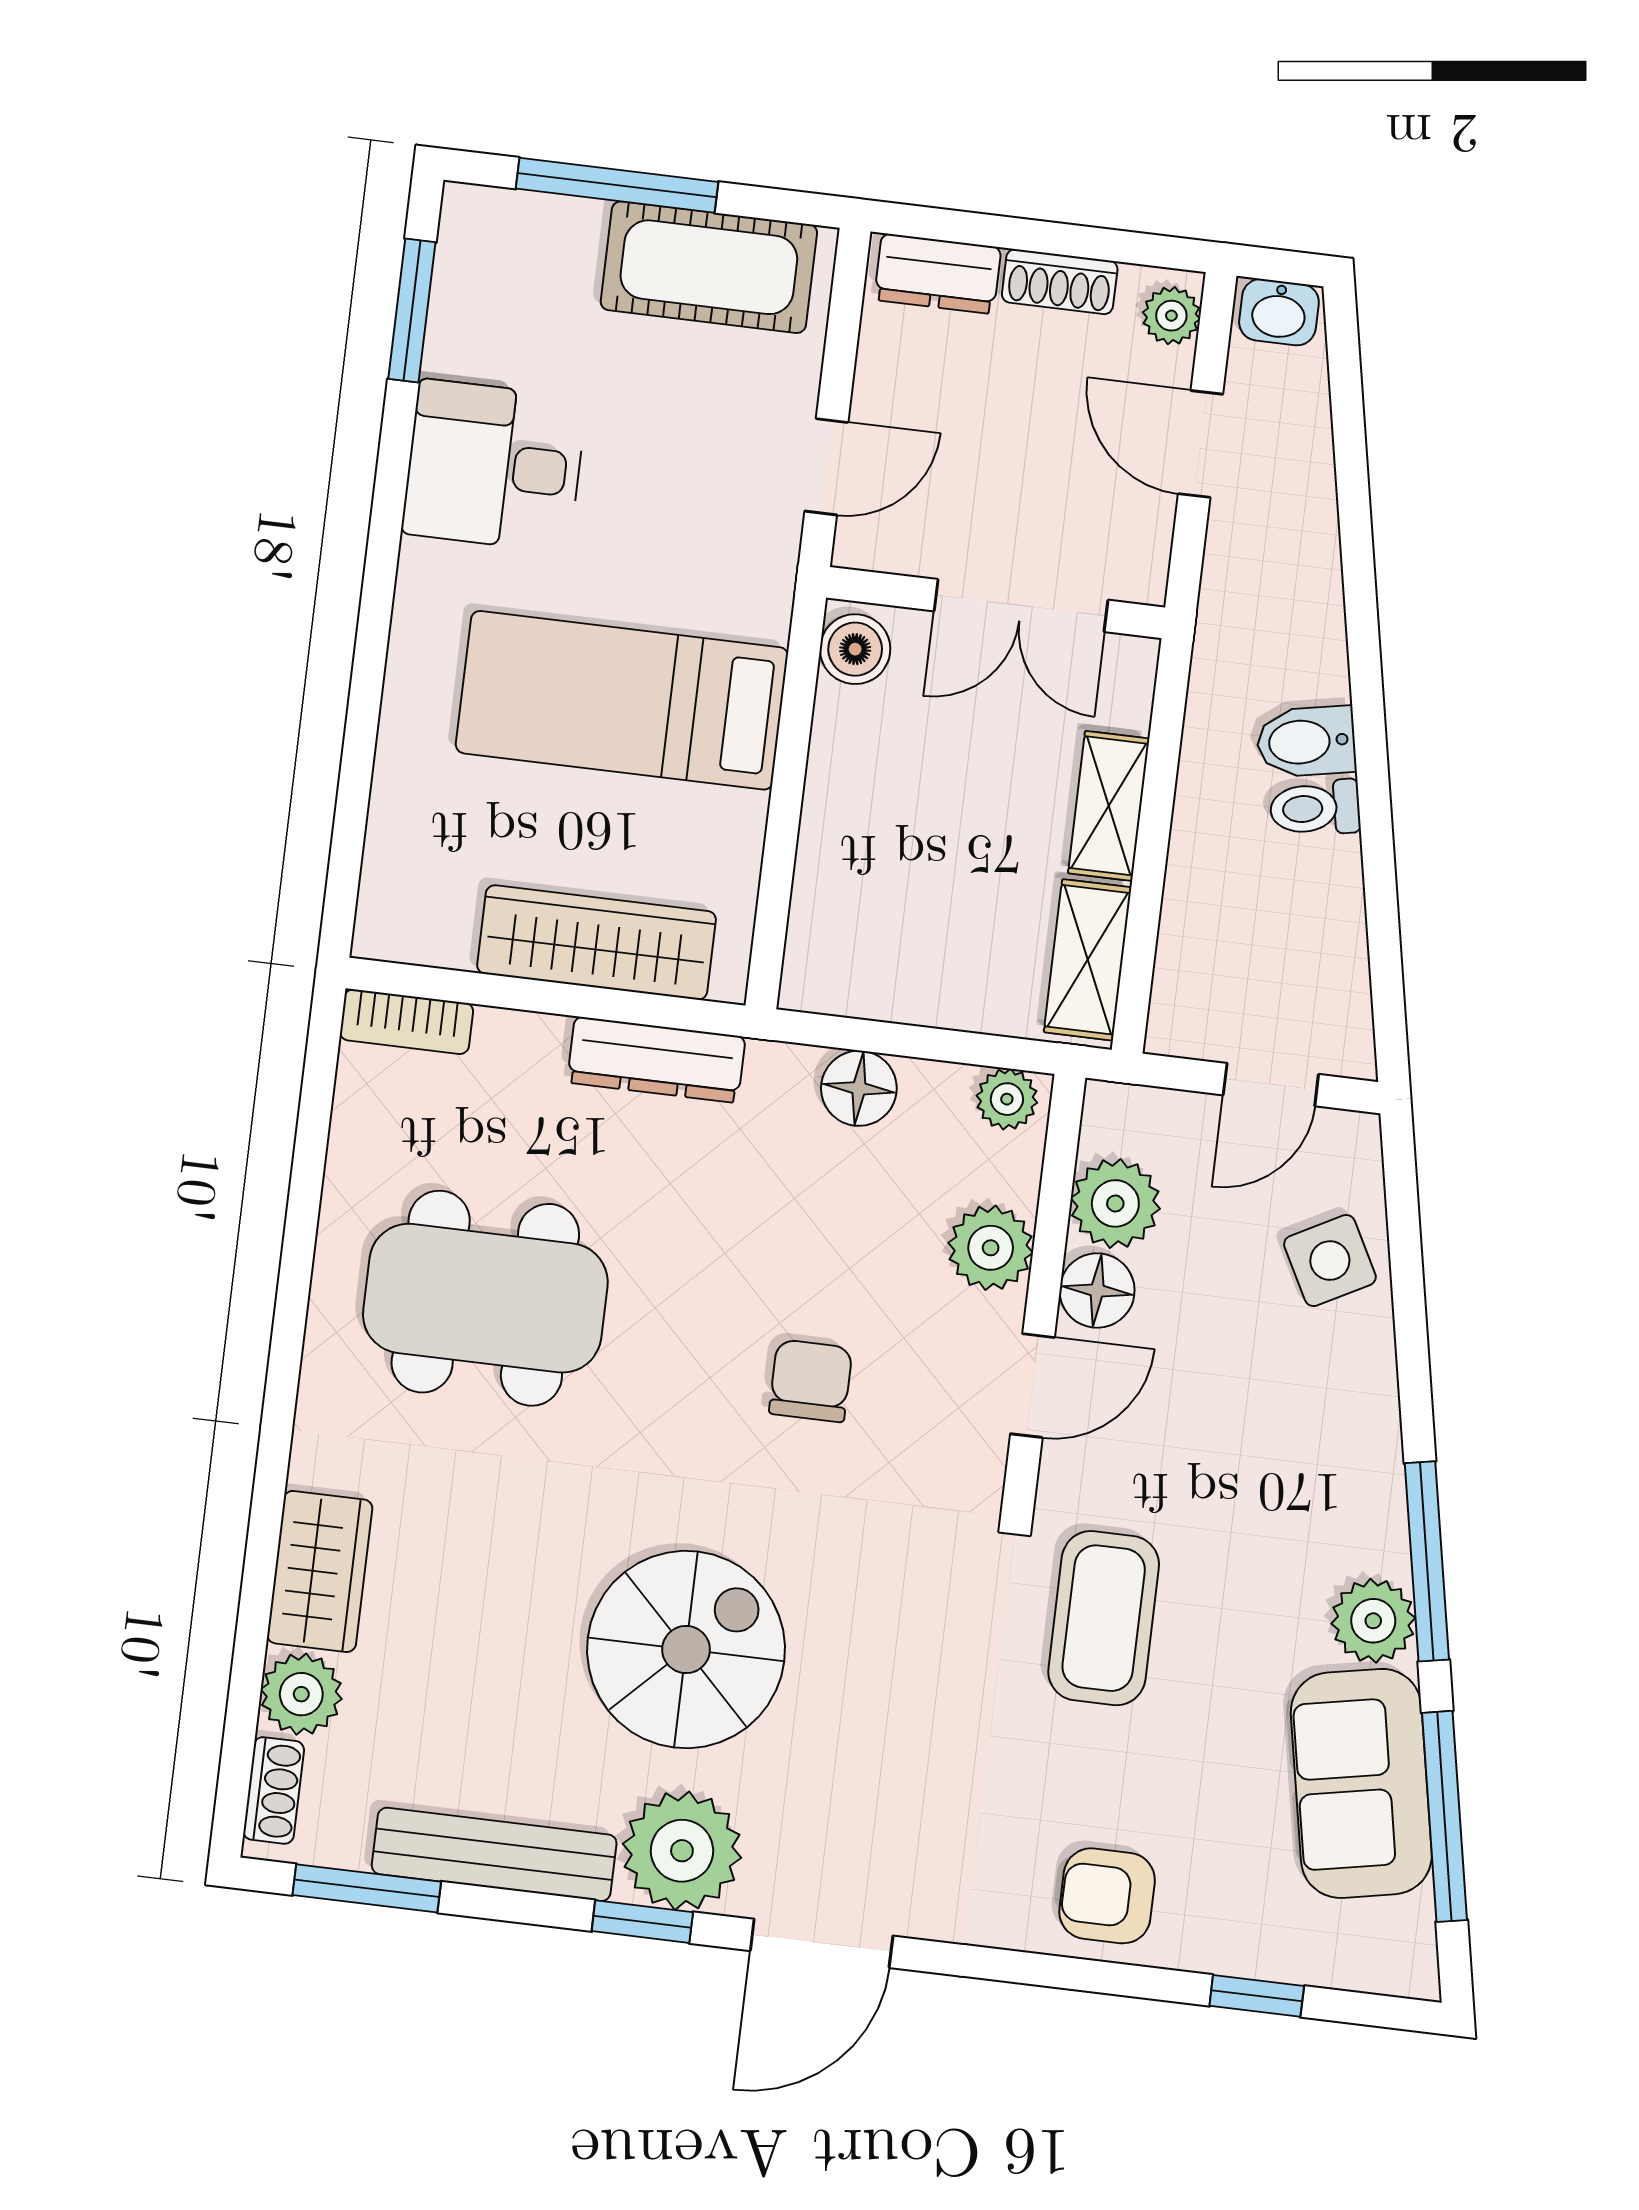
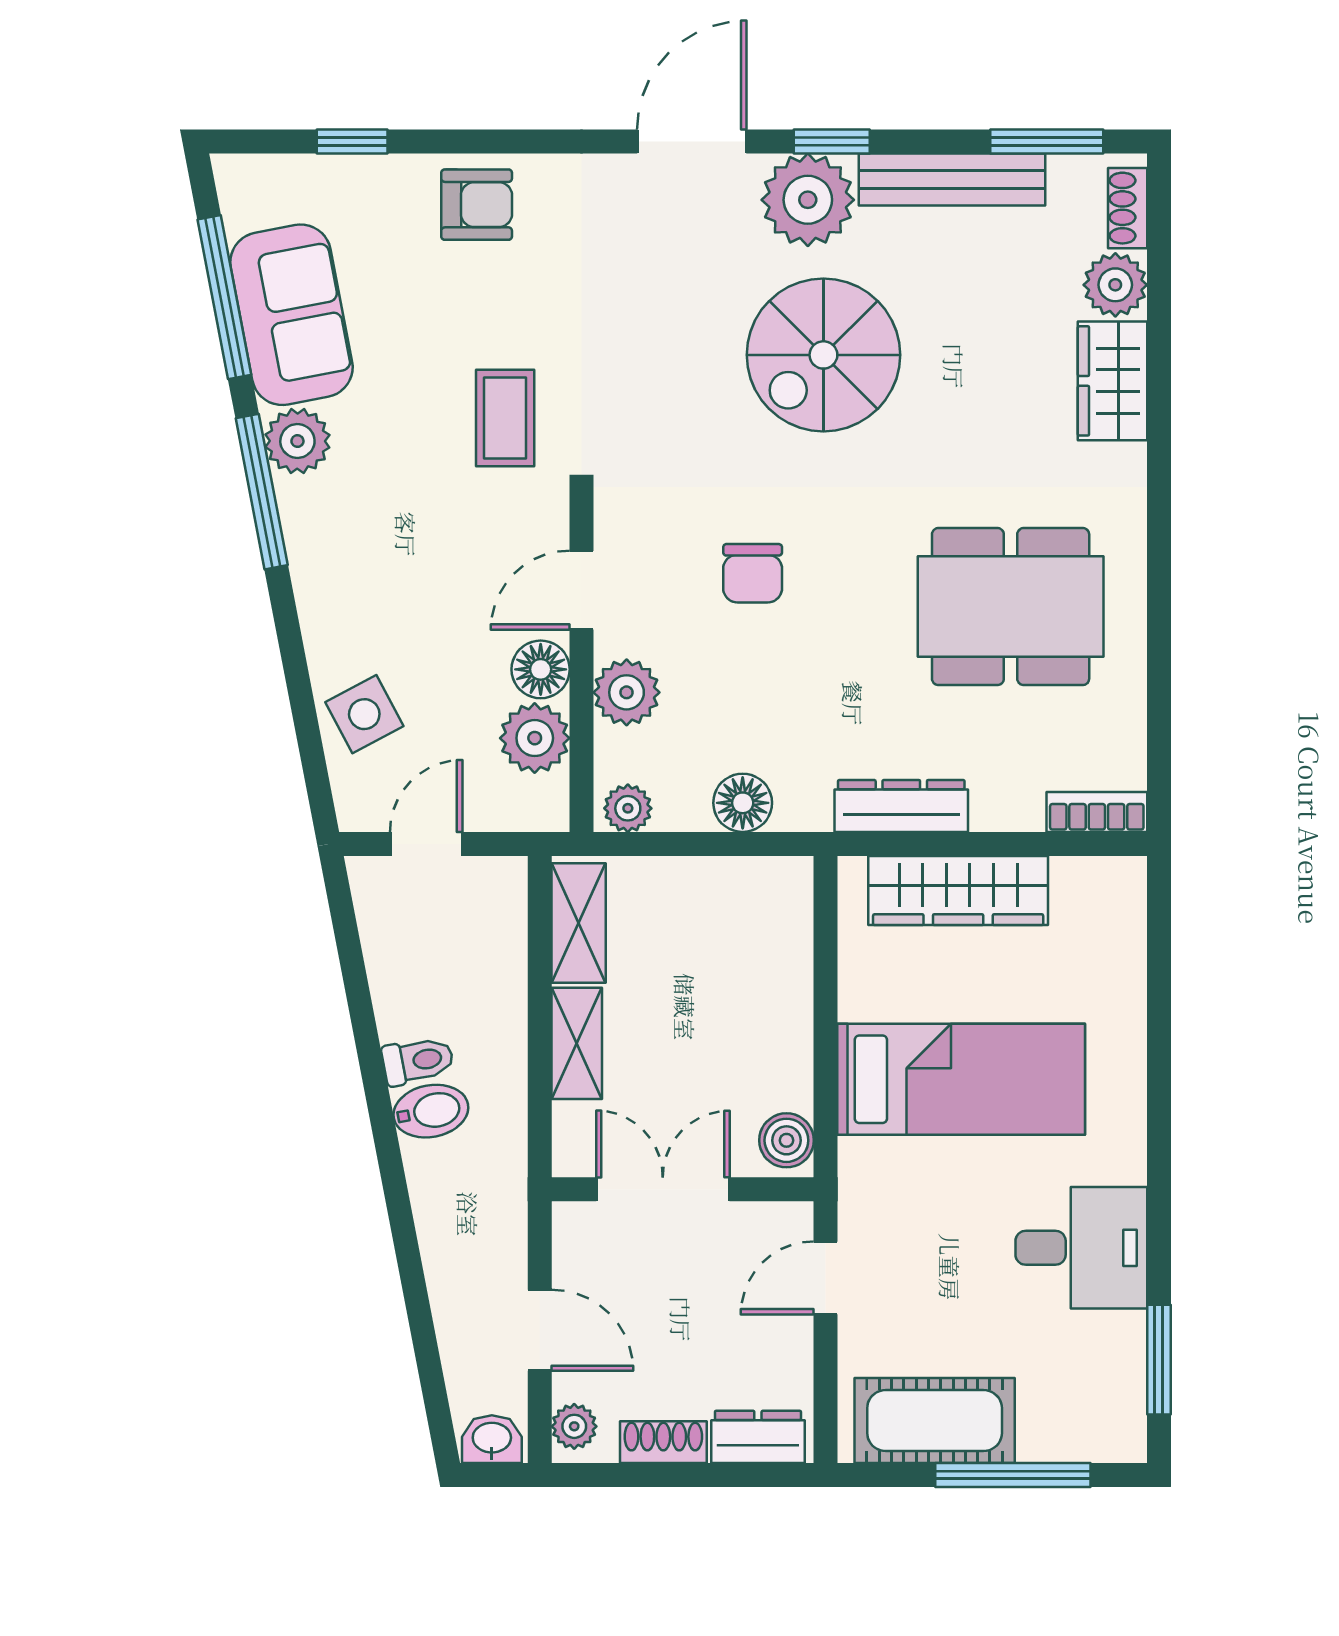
coffee table: (1104, 1618) -> (505, 418), width x0.73, depth x0.77

